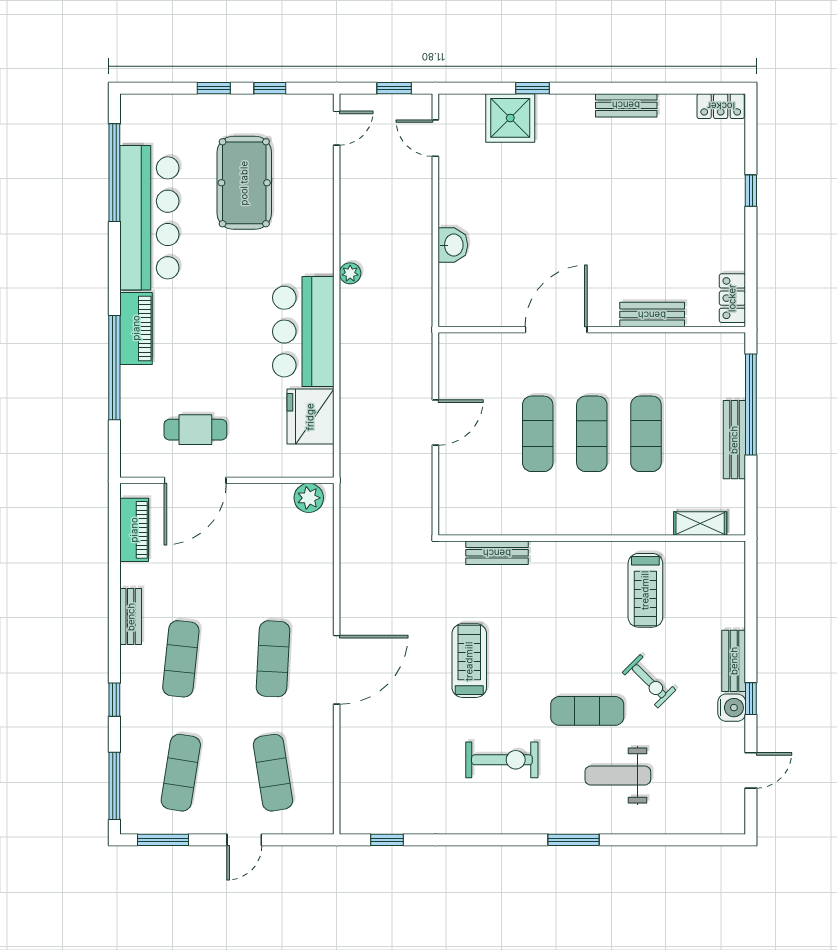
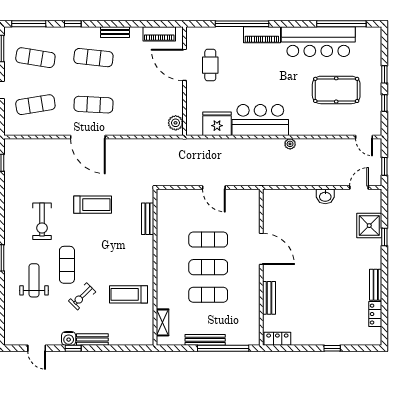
locker: (721, 106) -> (375, 314), moved
washbasin: (453, 245) -> (325, 196), moved

